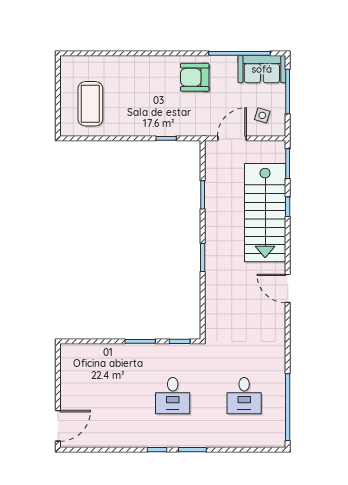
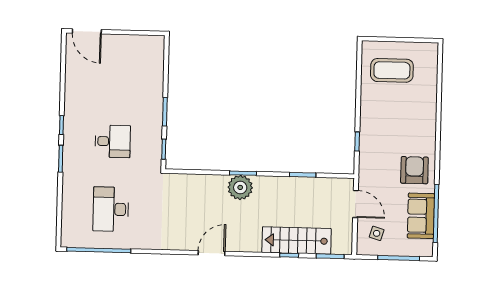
sofa: (262, 69) -> (421, 216), moved
stairs: (265, 213) -> (297, 240), width x0.73, depth x0.66
plant: (218, 260) -> (240, 187), added
desk: (173, 396) -> (113, 141), turned 180
desk: (244, 396) -> (111, 209), width x1.37

